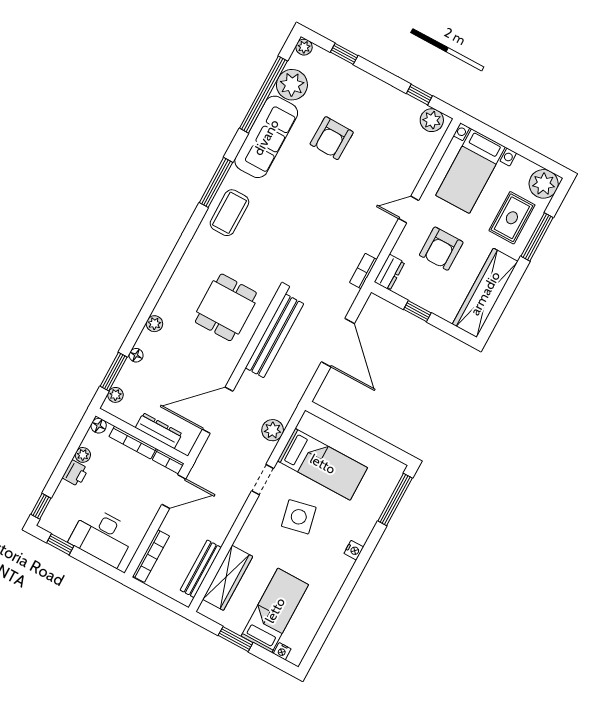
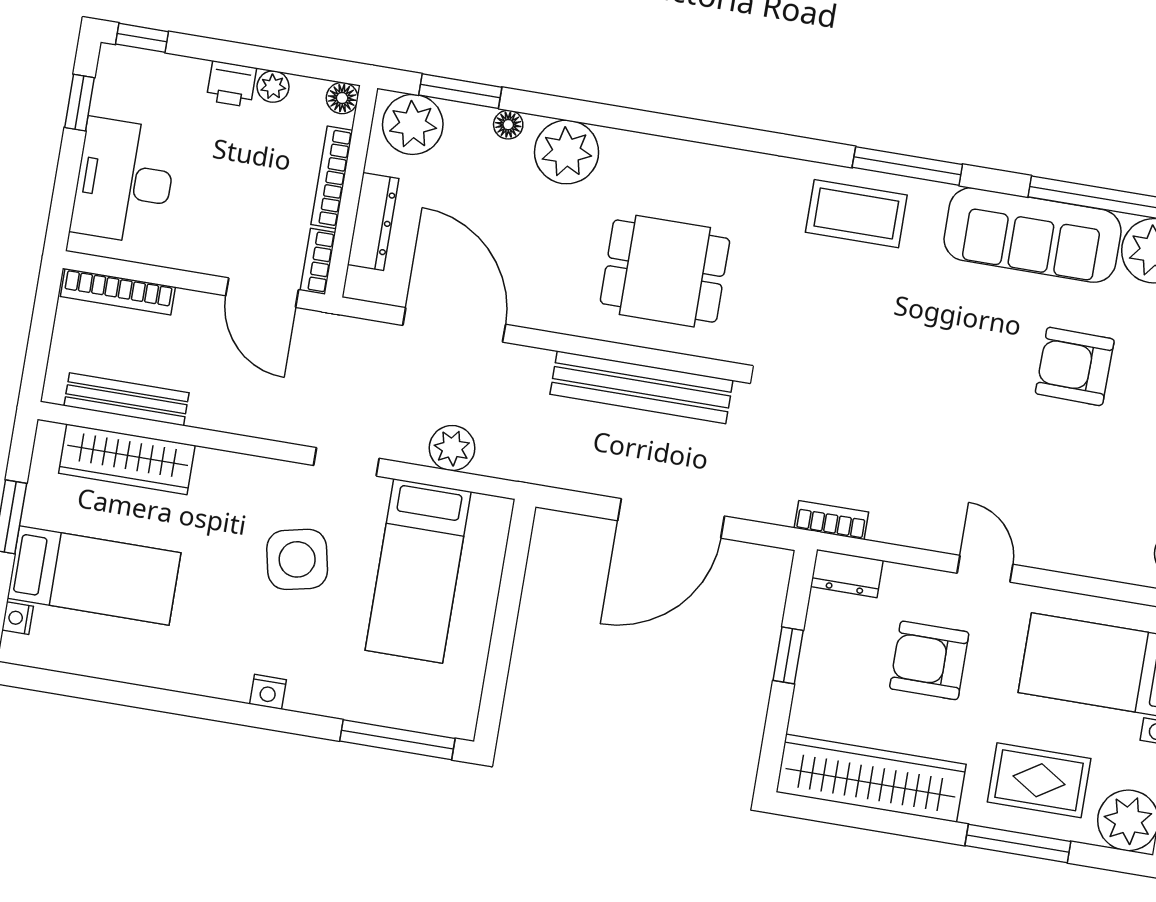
plant: (154, 324) -> (567, 152), width x1.87, depth x1.87
plant: (115, 395) -> (413, 124), width x1.87, depth x1.87

